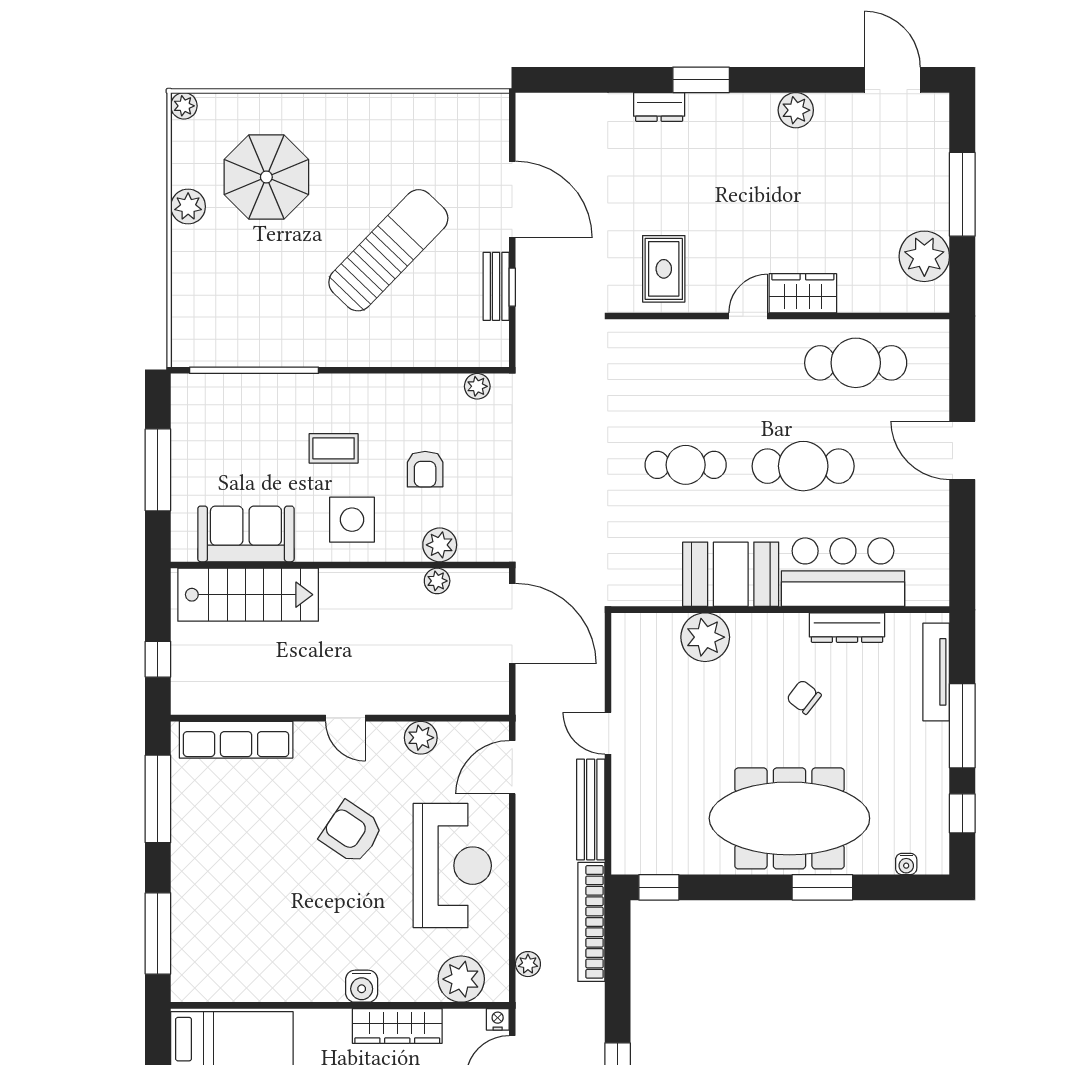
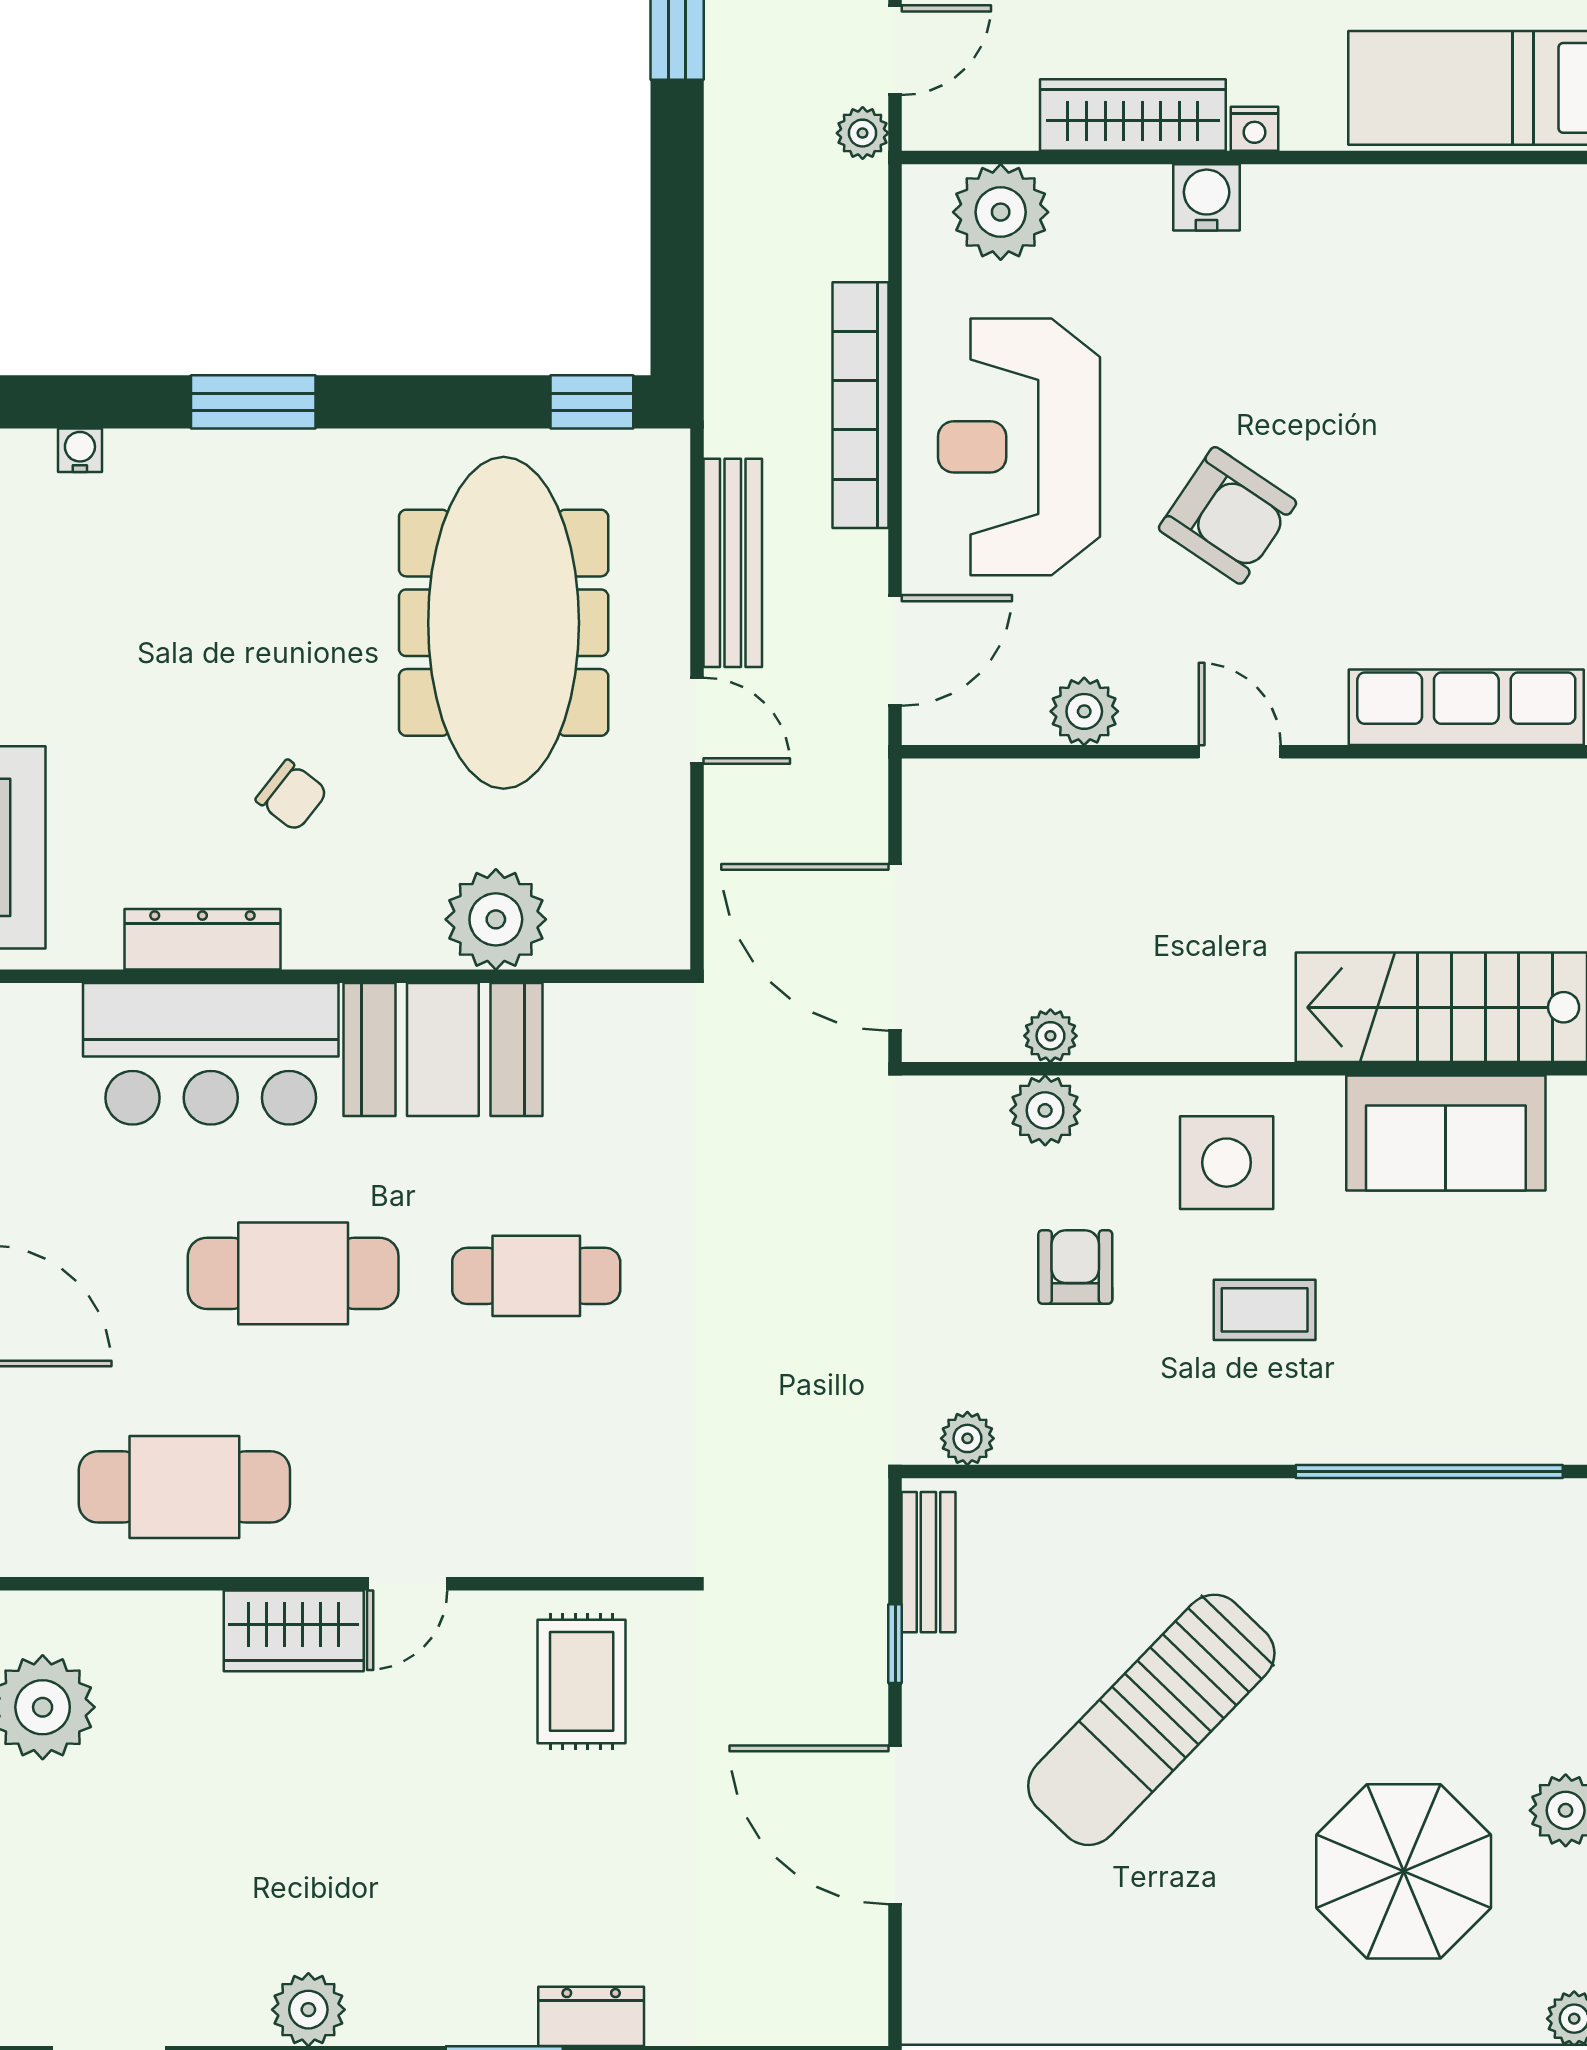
bench: (496, 286) -> (928, 1562), moved
meeting table: (789, 818) -> (504, 623), moved, turned 90
bookcase: (591, 922) -> (860, 405), moved, turned 180
plant: (528, 964) -> (863, 133), moved
nightstand: (498, 1019) -> (1254, 129), moved

